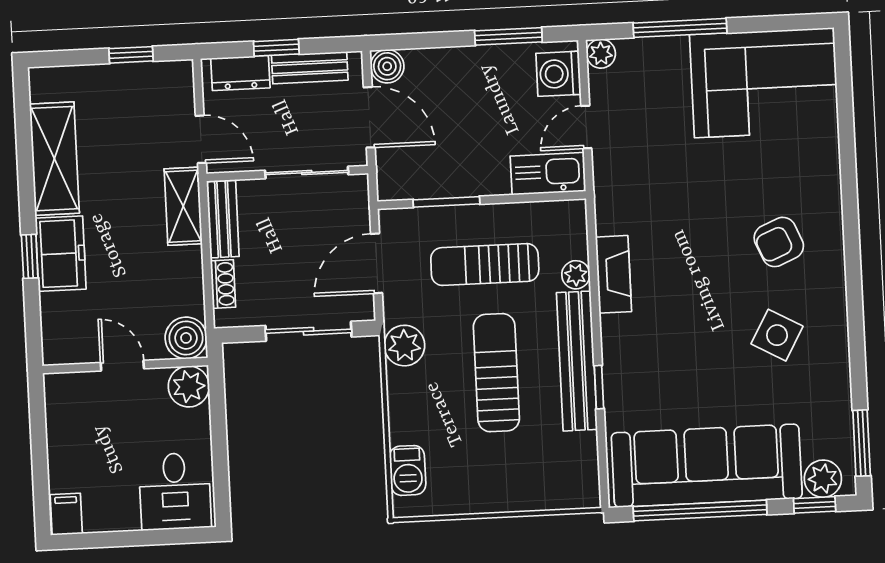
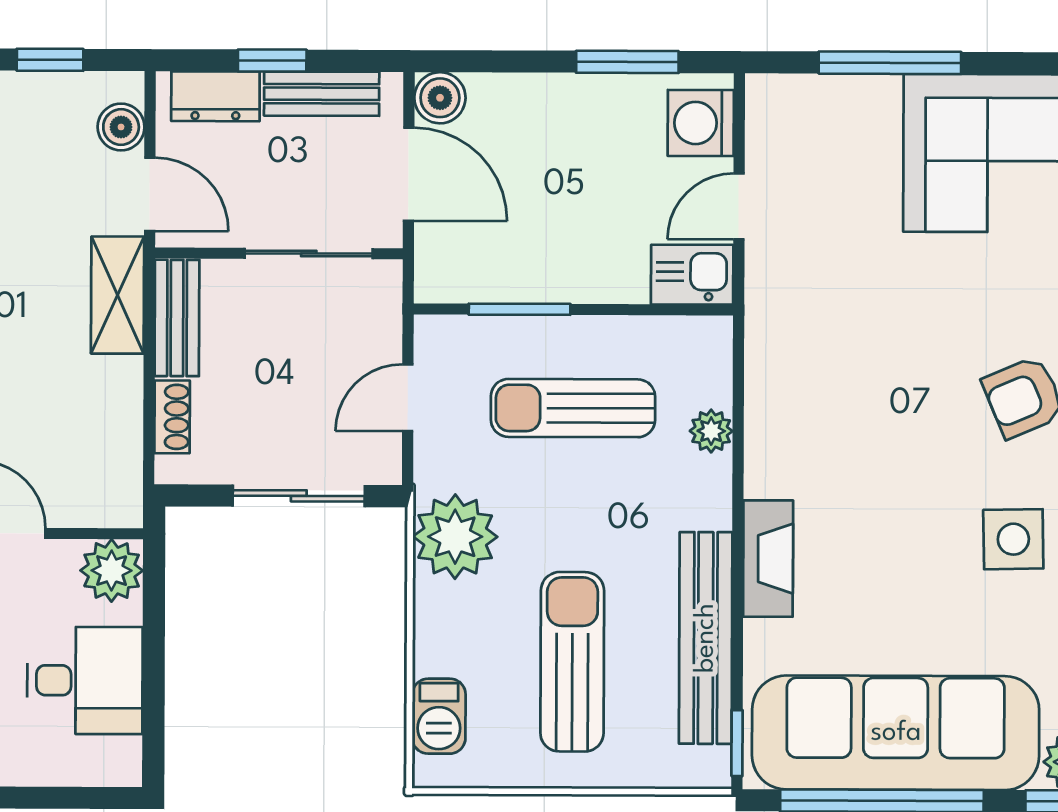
plant: (601, 54) -> (767, 96), removed
kitchen sink: (548, 174) -> (692, 275), width x0.73
door: (376, 263) -> (408, 398), width x0.73
fireplace: (613, 274) -> (768, 559), moved
side table: (777, 335) -> (1013, 539), turned -30
boiler: (186, 338) -> (121, 127), moved, width x0.73, depth x0.73
plant: (404, 346) -> (455, 537), width x1.36, depth x1.36
bench: (577, 361) -> (706, 638), moved
sun lounger: (496, 373) -> (572, 662), moved
window: (599, 387) -> (737, 743), moved
desk: (175, 491) -> (85, 680), moved, turned -90

